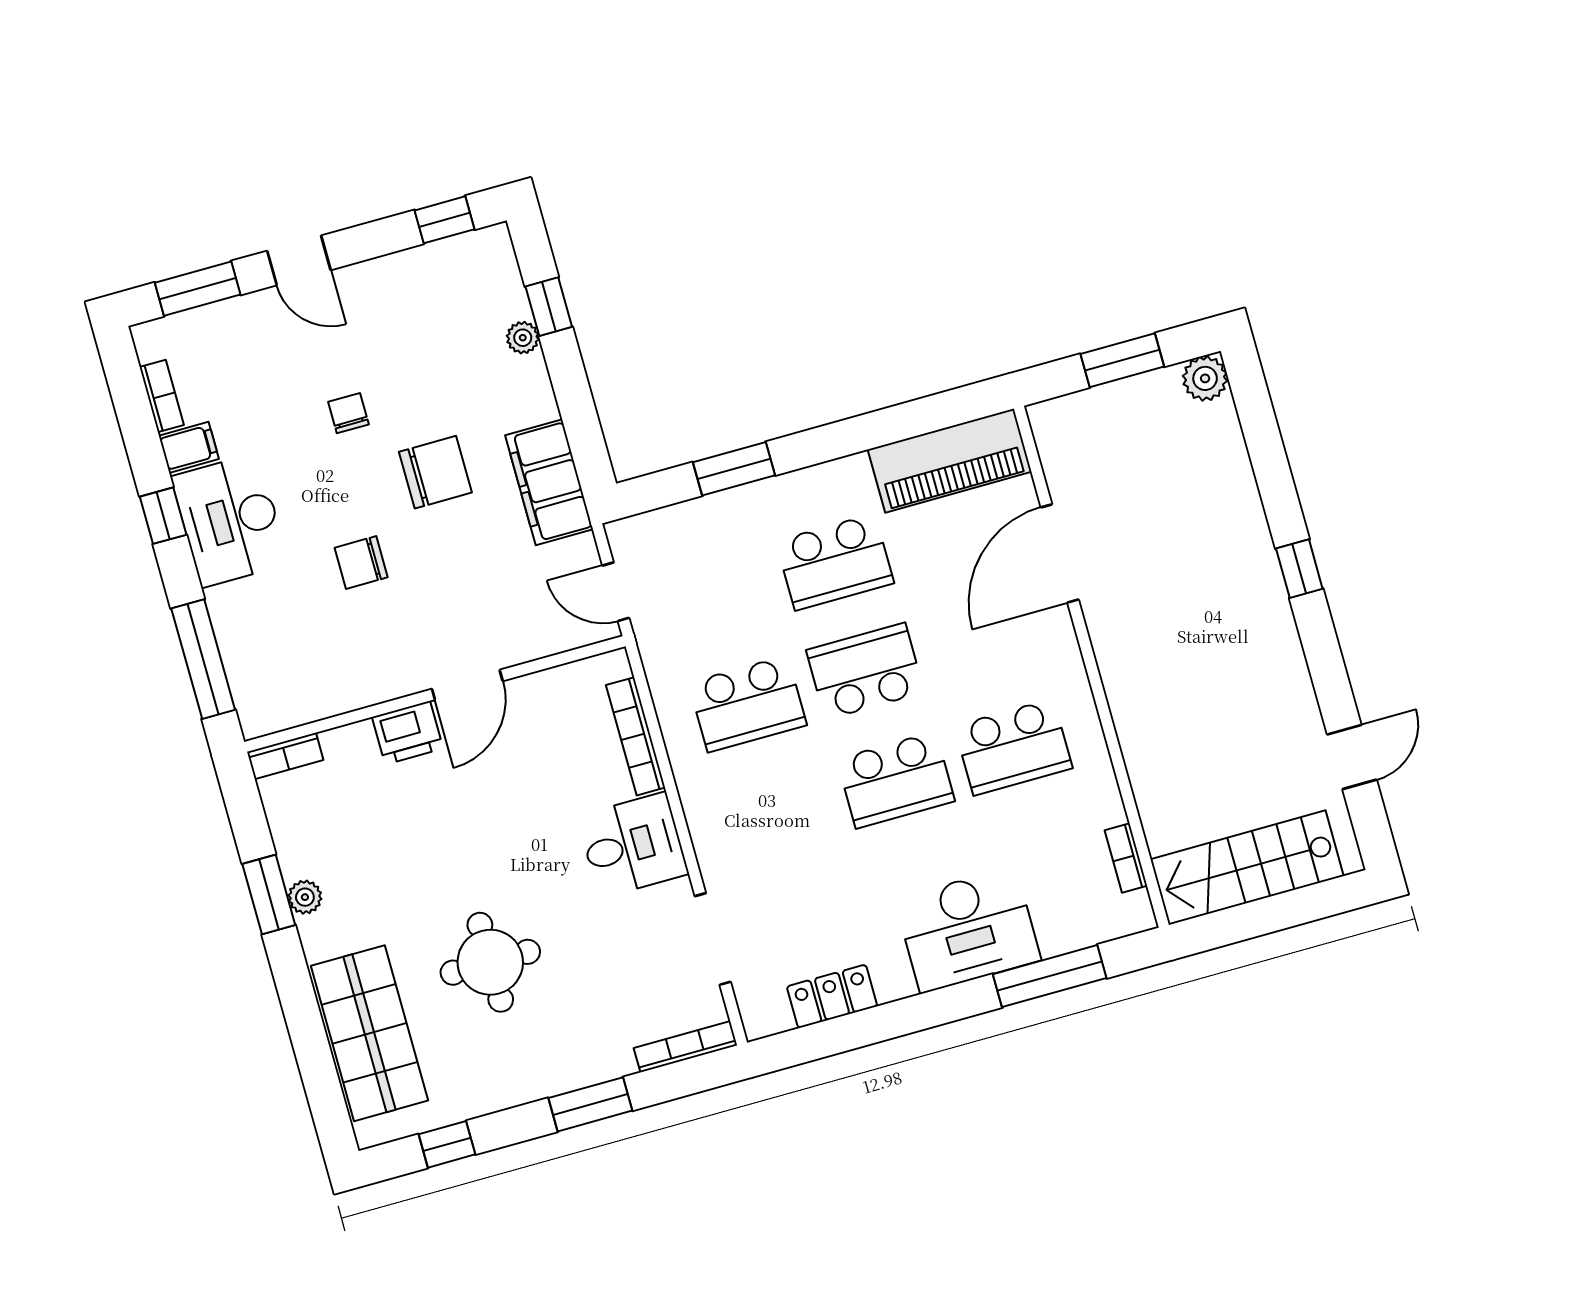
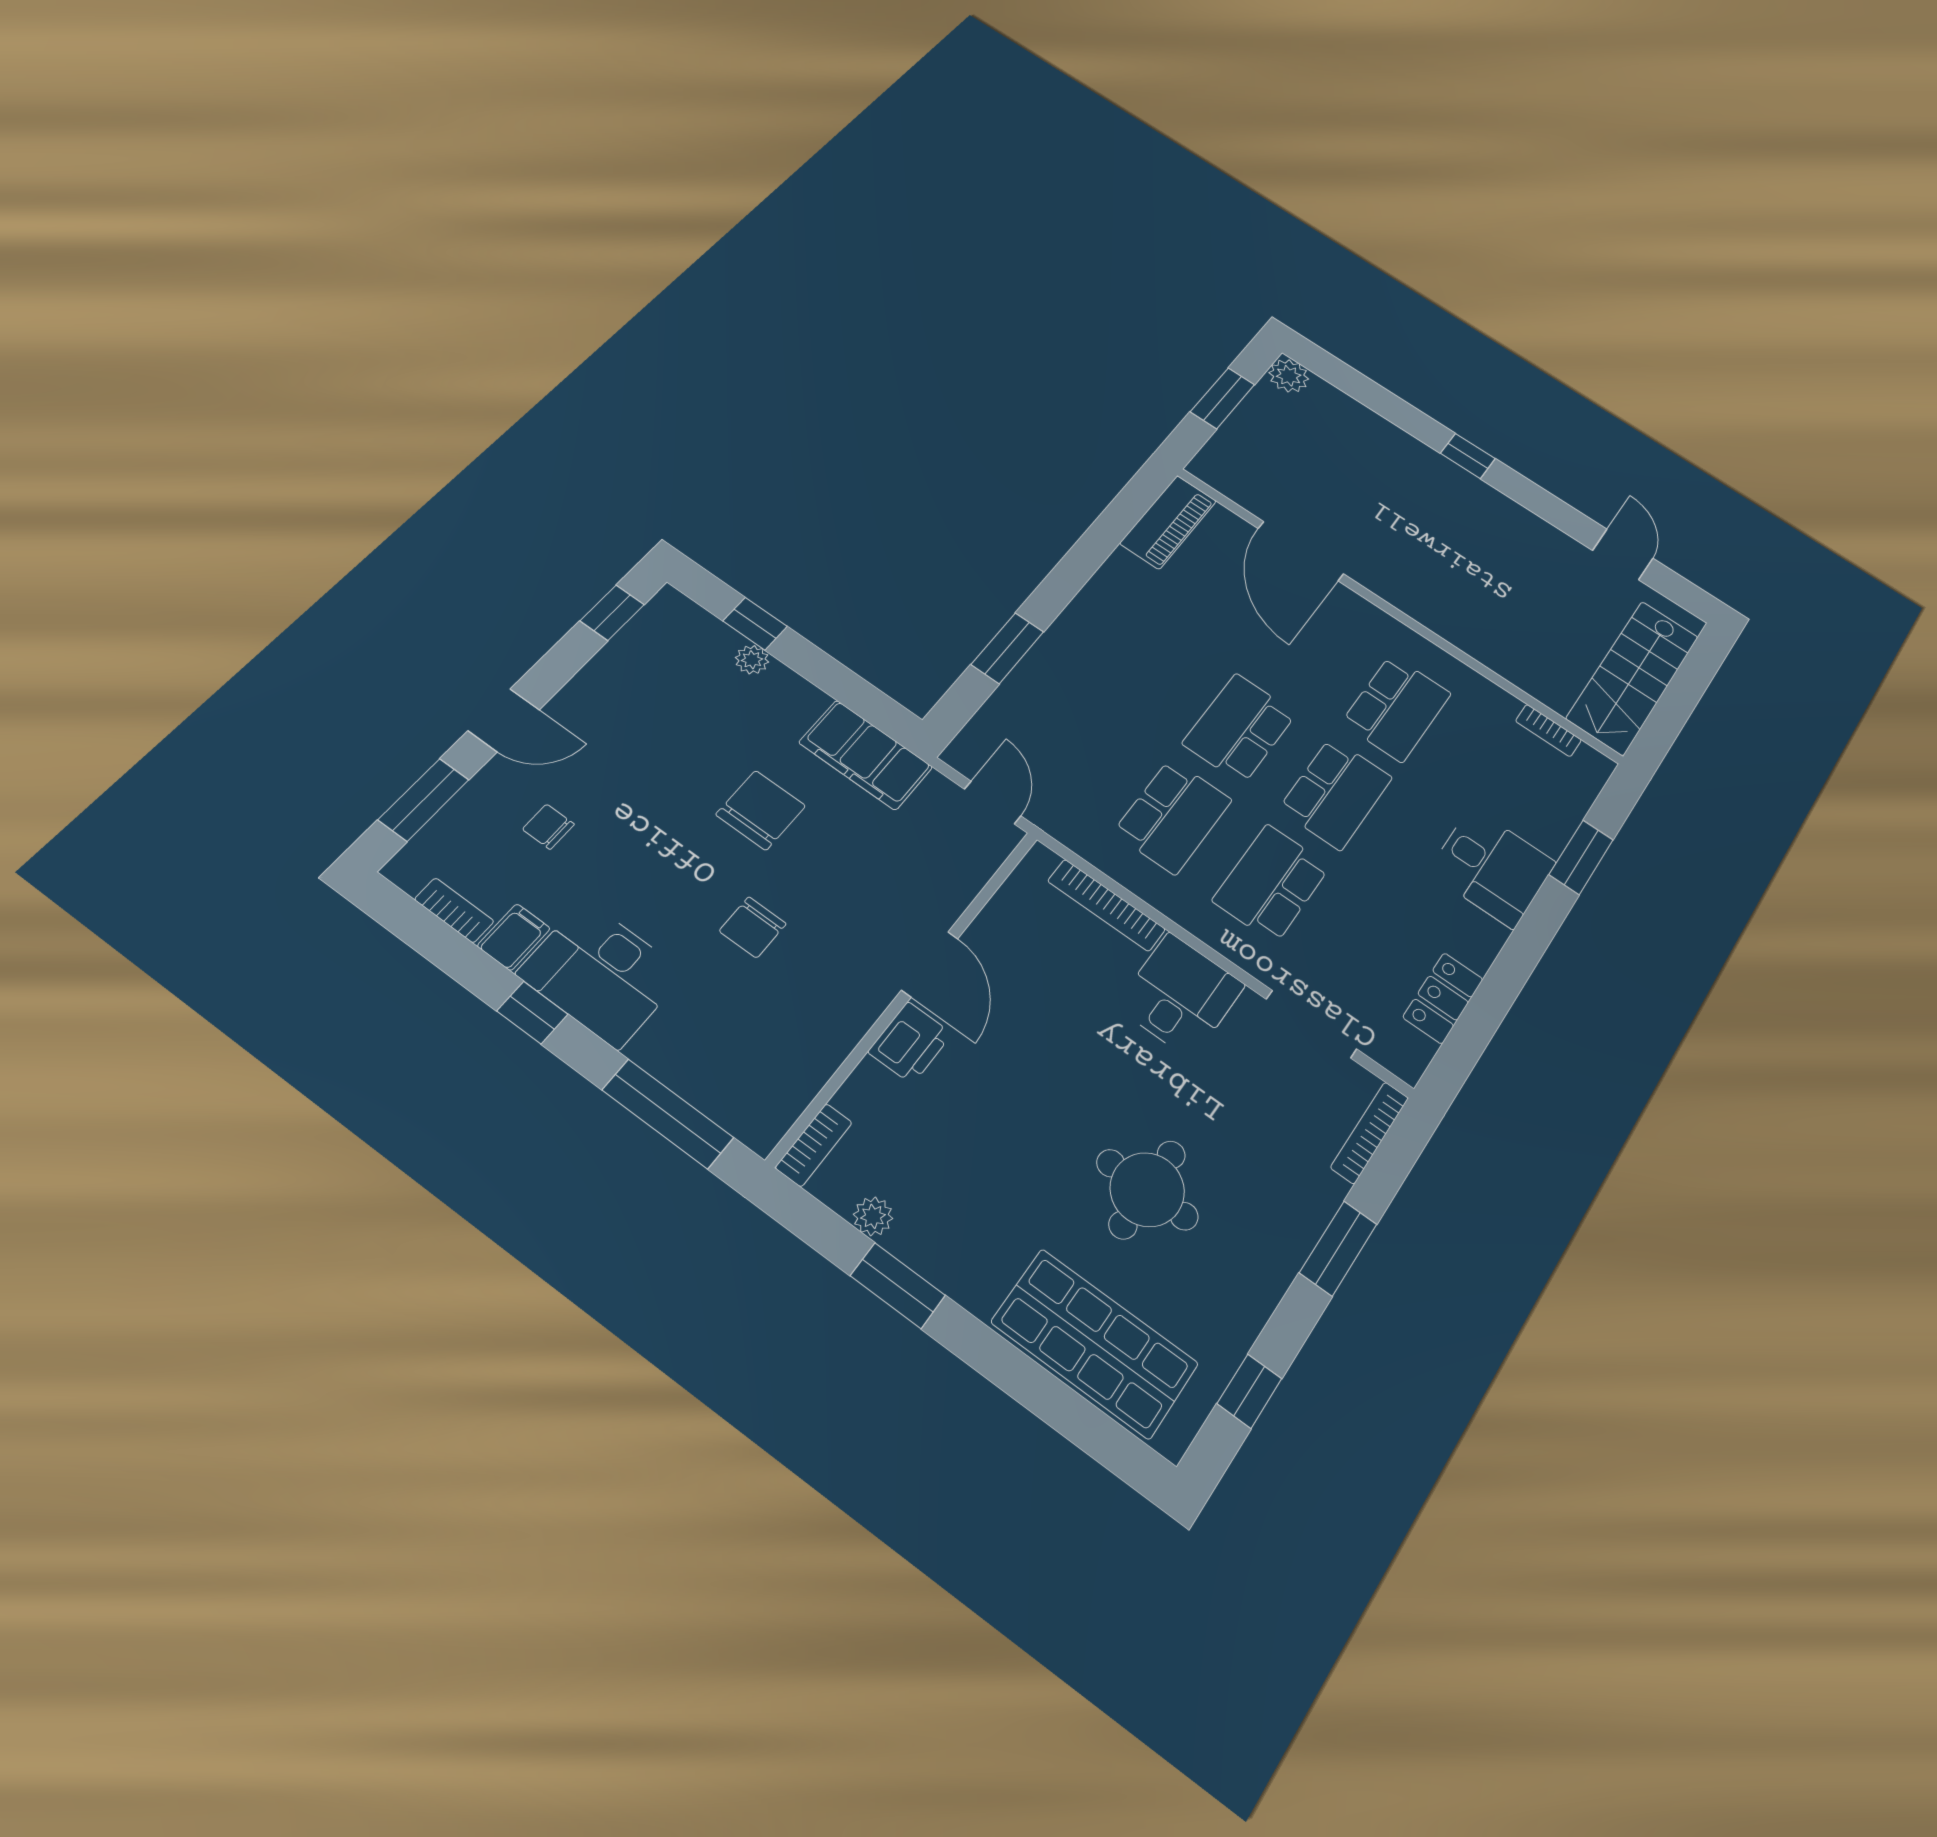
chair: (348, 413) -> (548, 827), moved
piano: (950, 461) -> (1168, 522), width x0.73, depth x0.75
school desk: (835, 562) -> (1271, 883), moved, turned 180
door: (616, 592) -> (993, 802), swing flipped
plant: (305, 897) -> (873, 1216), moved
desk: (968, 930) -> (1492, 867), width x0.73
window: (1050, 976) -> (1581, 857), width x0.69

